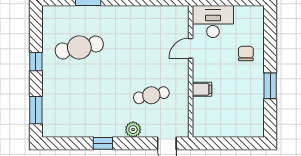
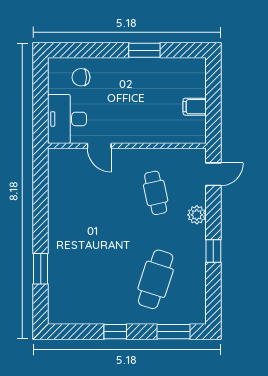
cafe table: (79, 47) -> (156, 279), moved, turned 30
chair: (246, 53) -> (81, 77), moved
filing cabinet: (202, 89) -> (195, 107), moved, turned -90

